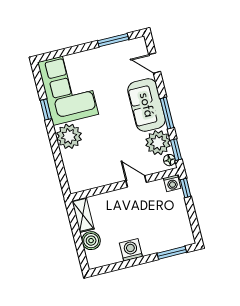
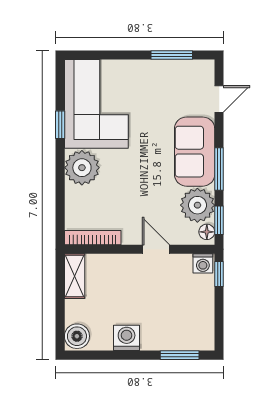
door: (155, 63) -> (219, 99), swing flipped
bookcase: (89, 184) -> (93, 238), added
boiler: (91, 241) -> (77, 336), moved

